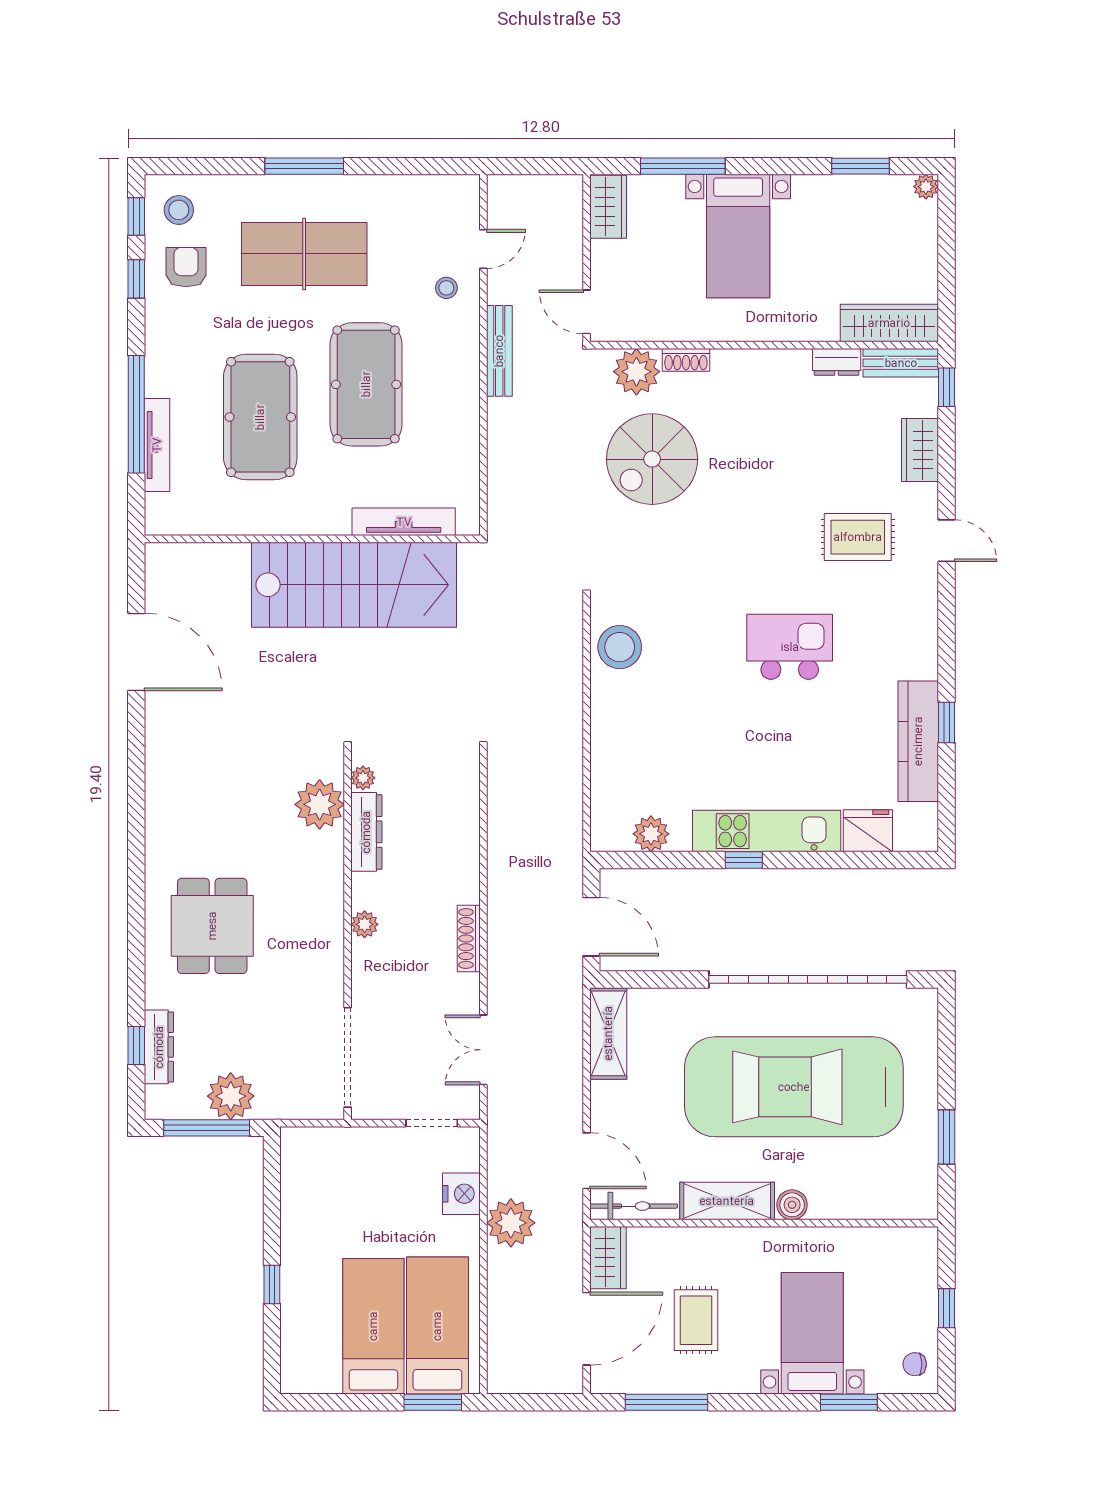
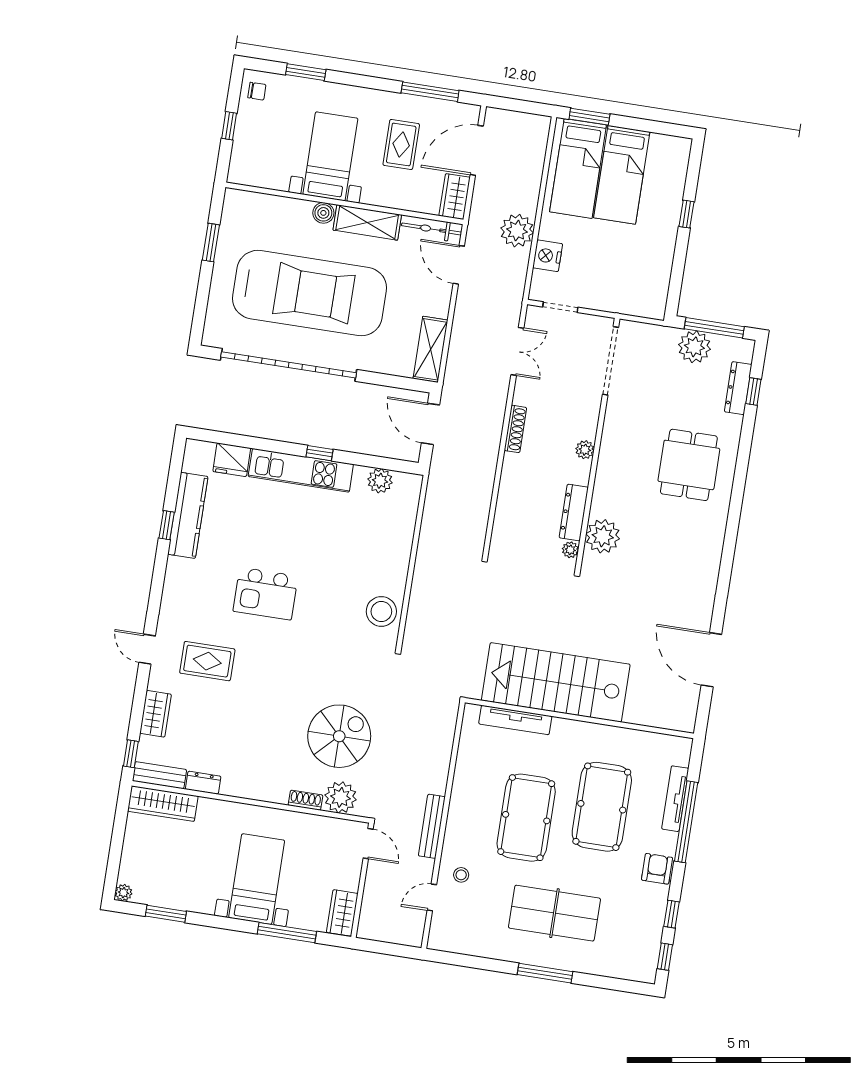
stool: (179, 210) -> (635, 957), removed
armchair: (186, 267) -> (657, 869), moved, turned 180
bed with nightstands: (812, 1333) -> (330, 156), moved, turned 180

